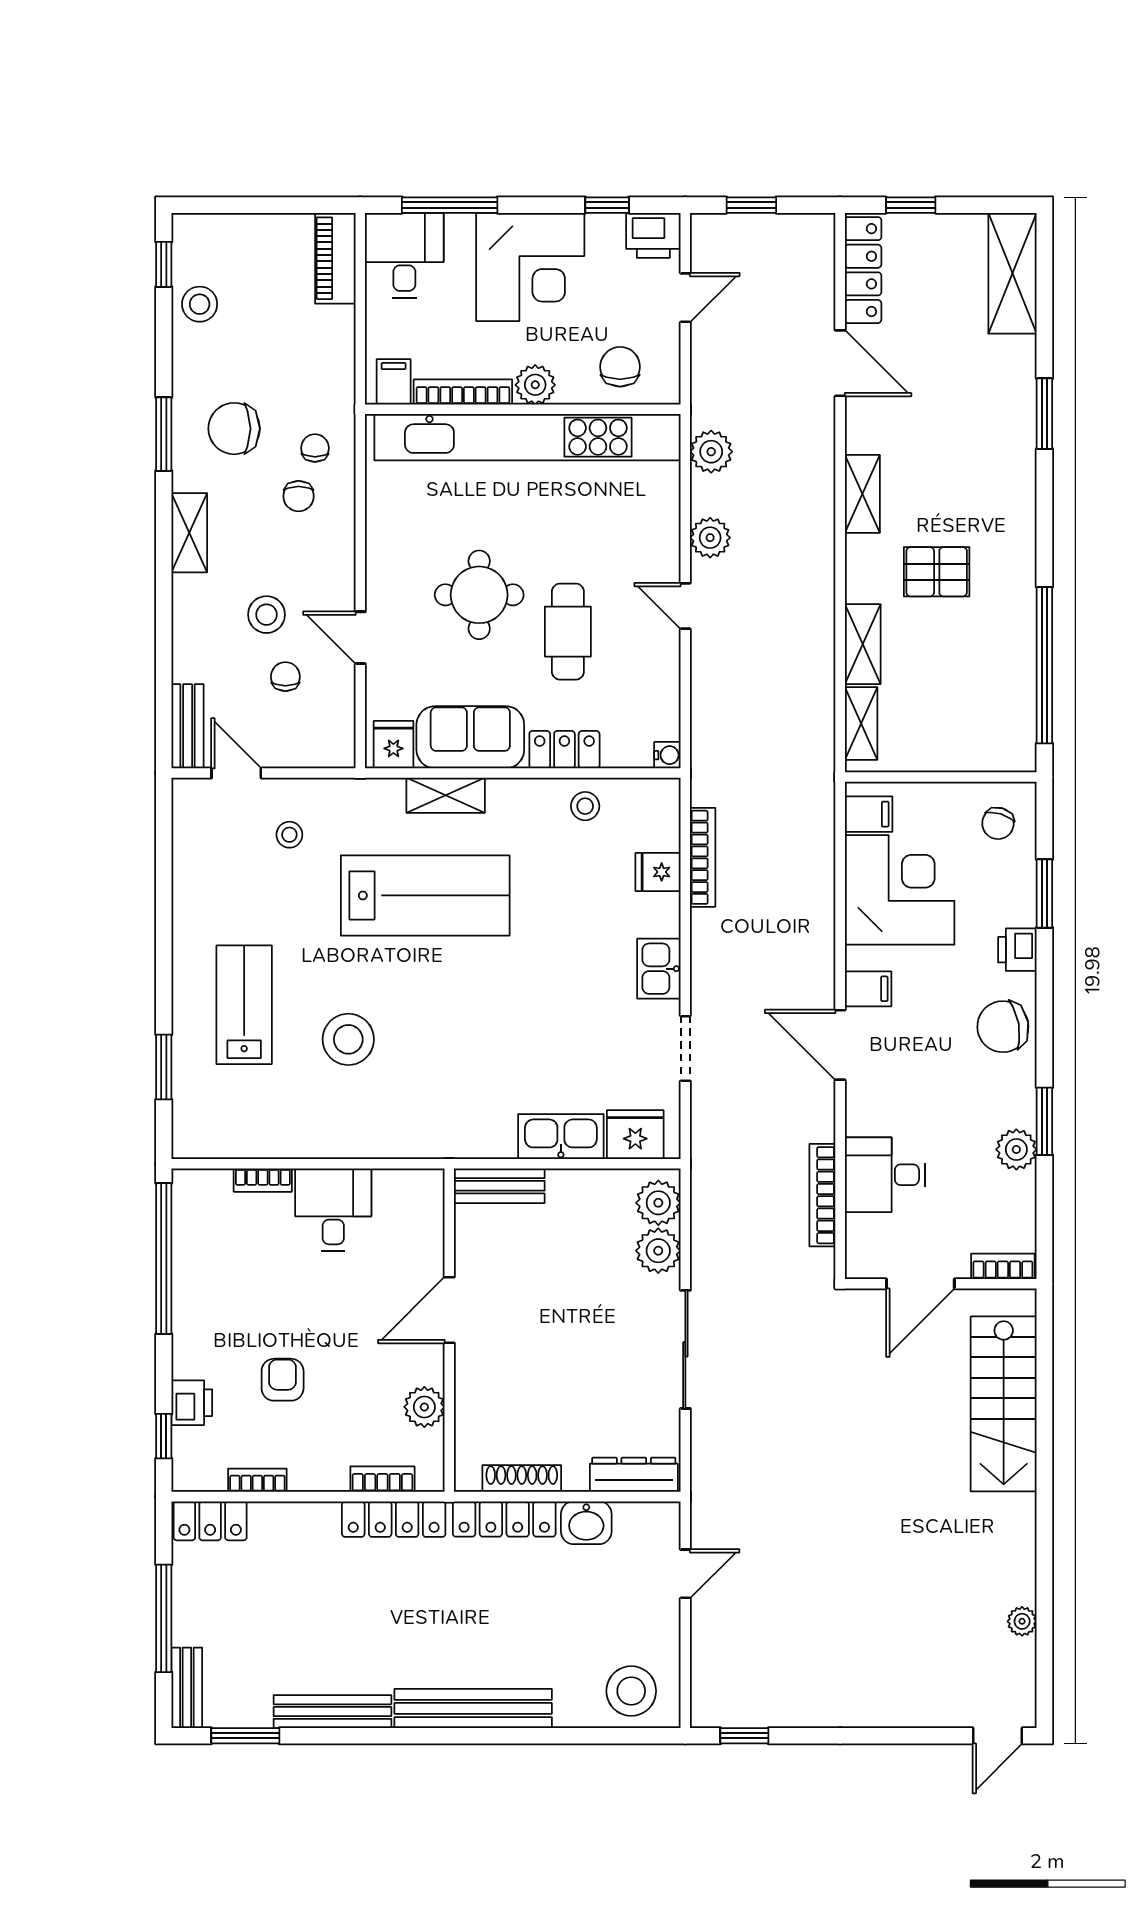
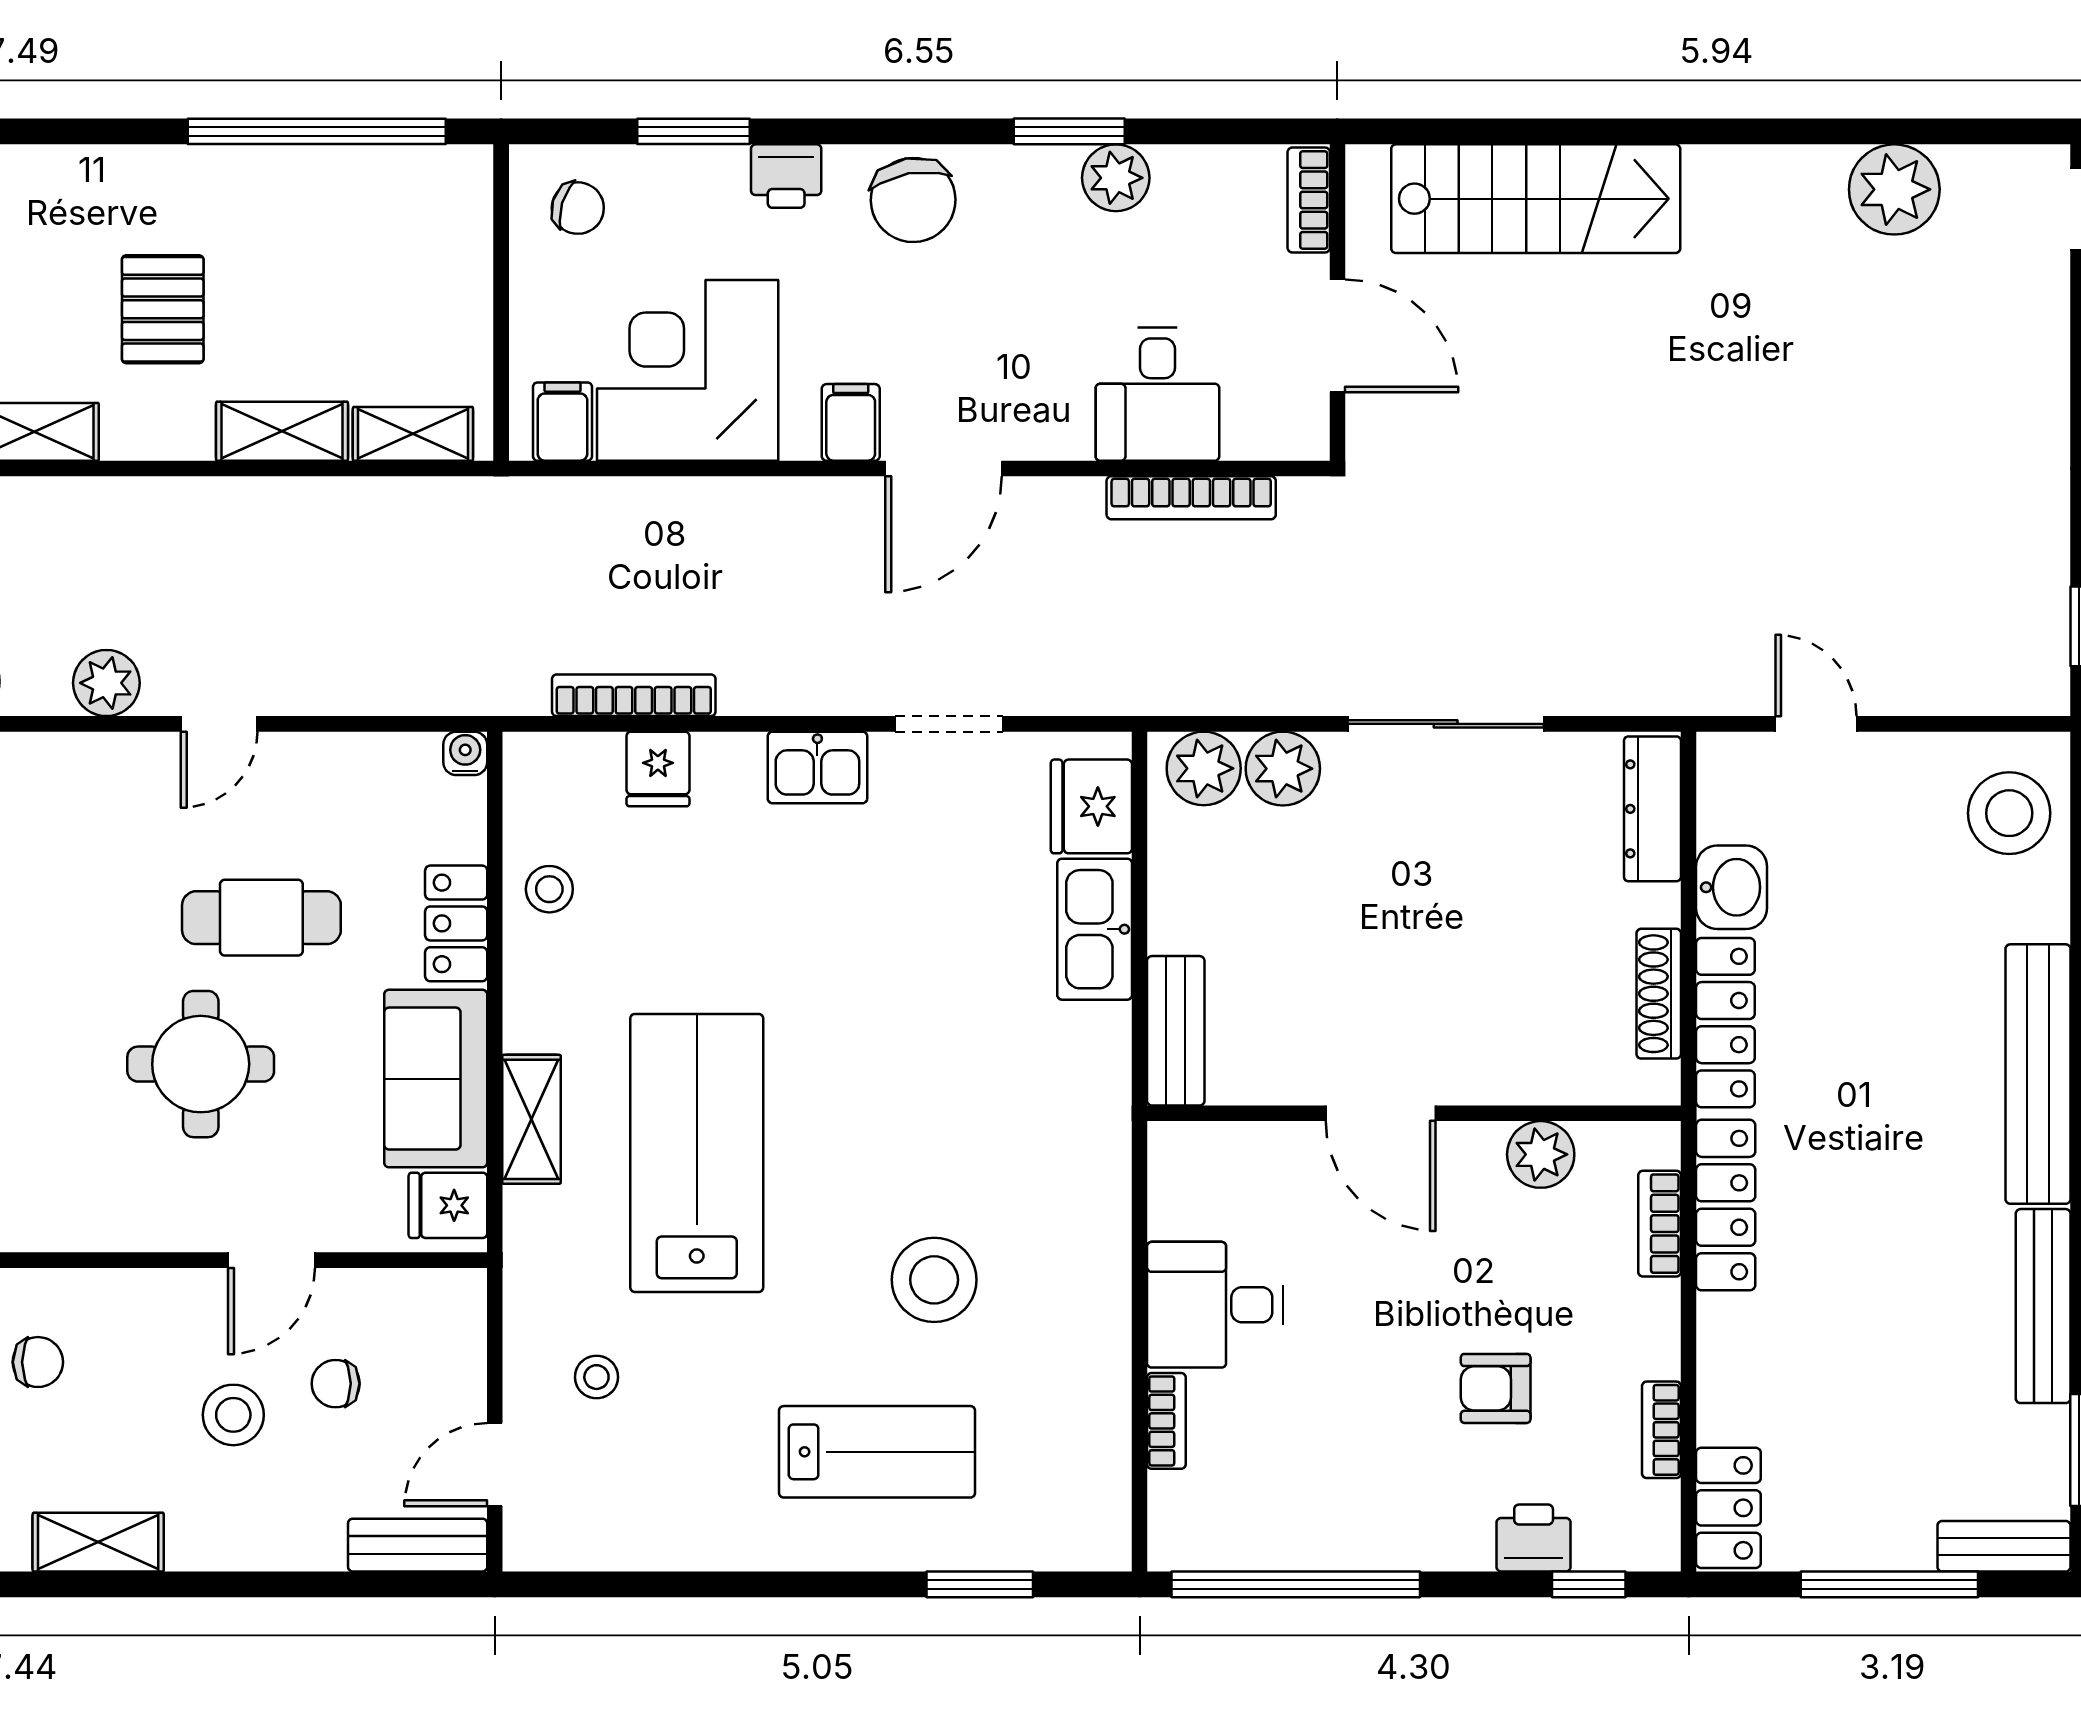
lab bench: (244, 1005) -> (877, 1452), turned 180
plant: (1022, 1621) -> (1894, 189), width x1.88, depth x1.88

